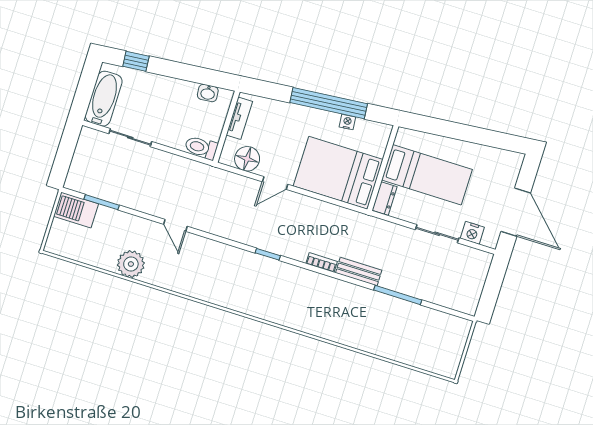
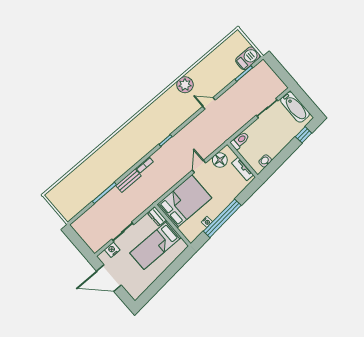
plant: (131, 264) -> (185, 85), moved

